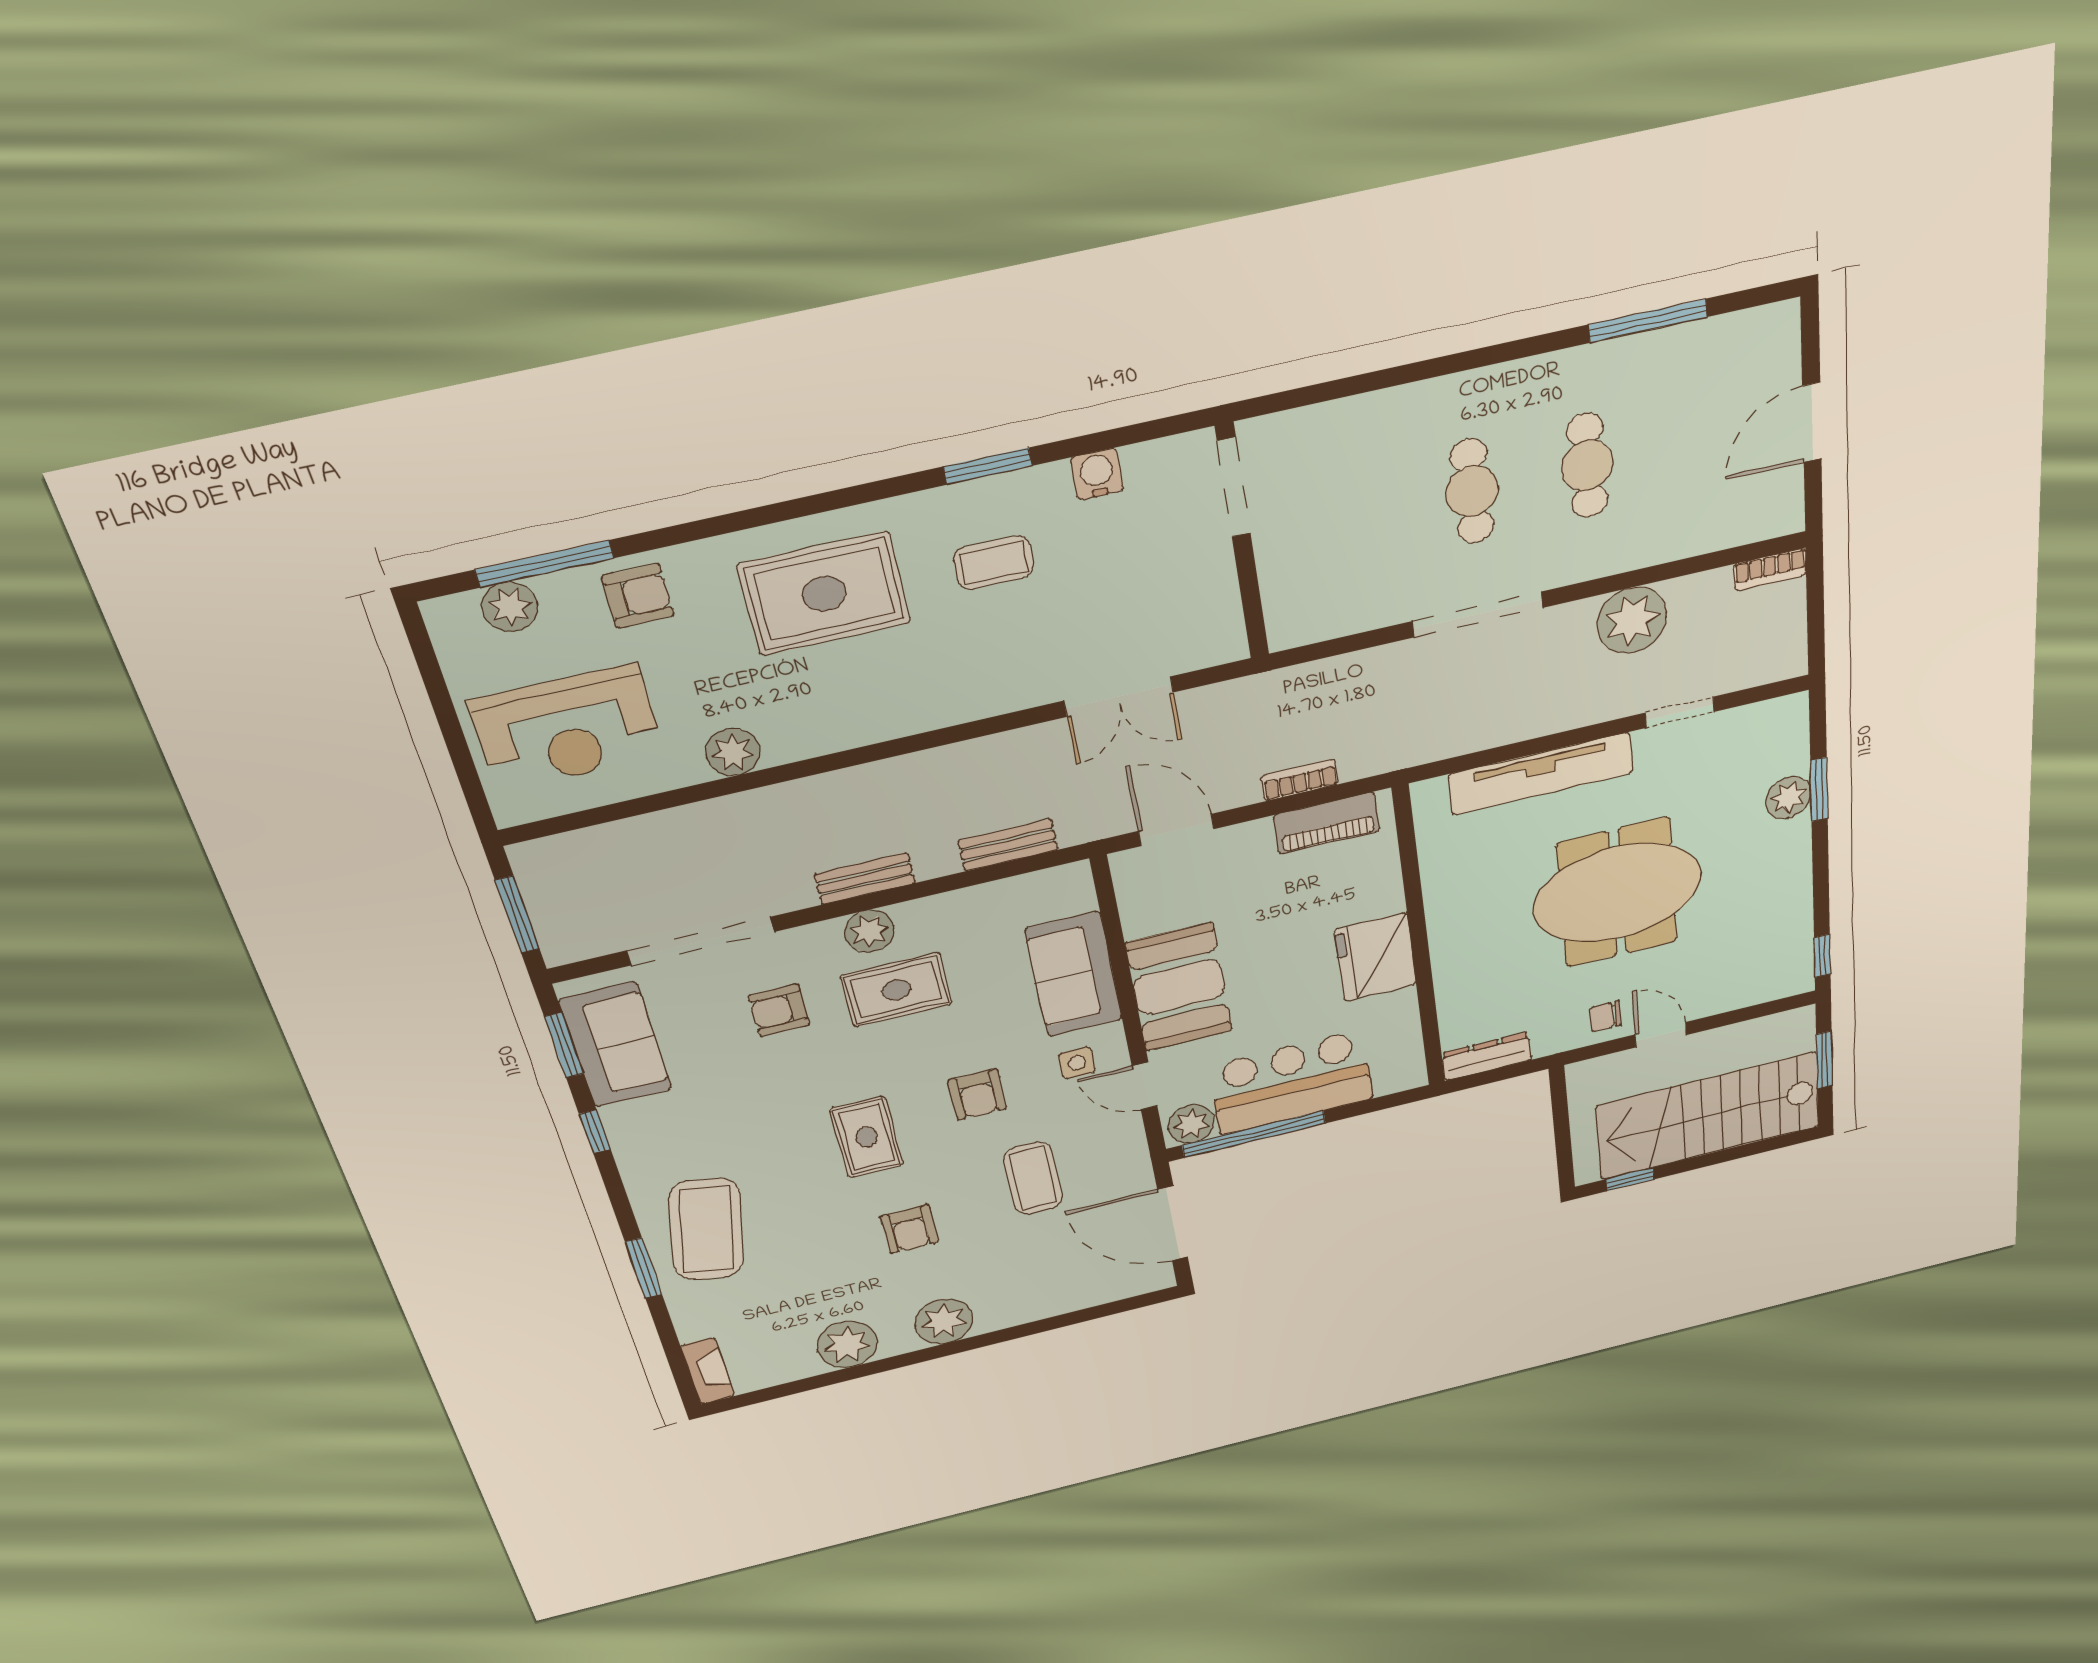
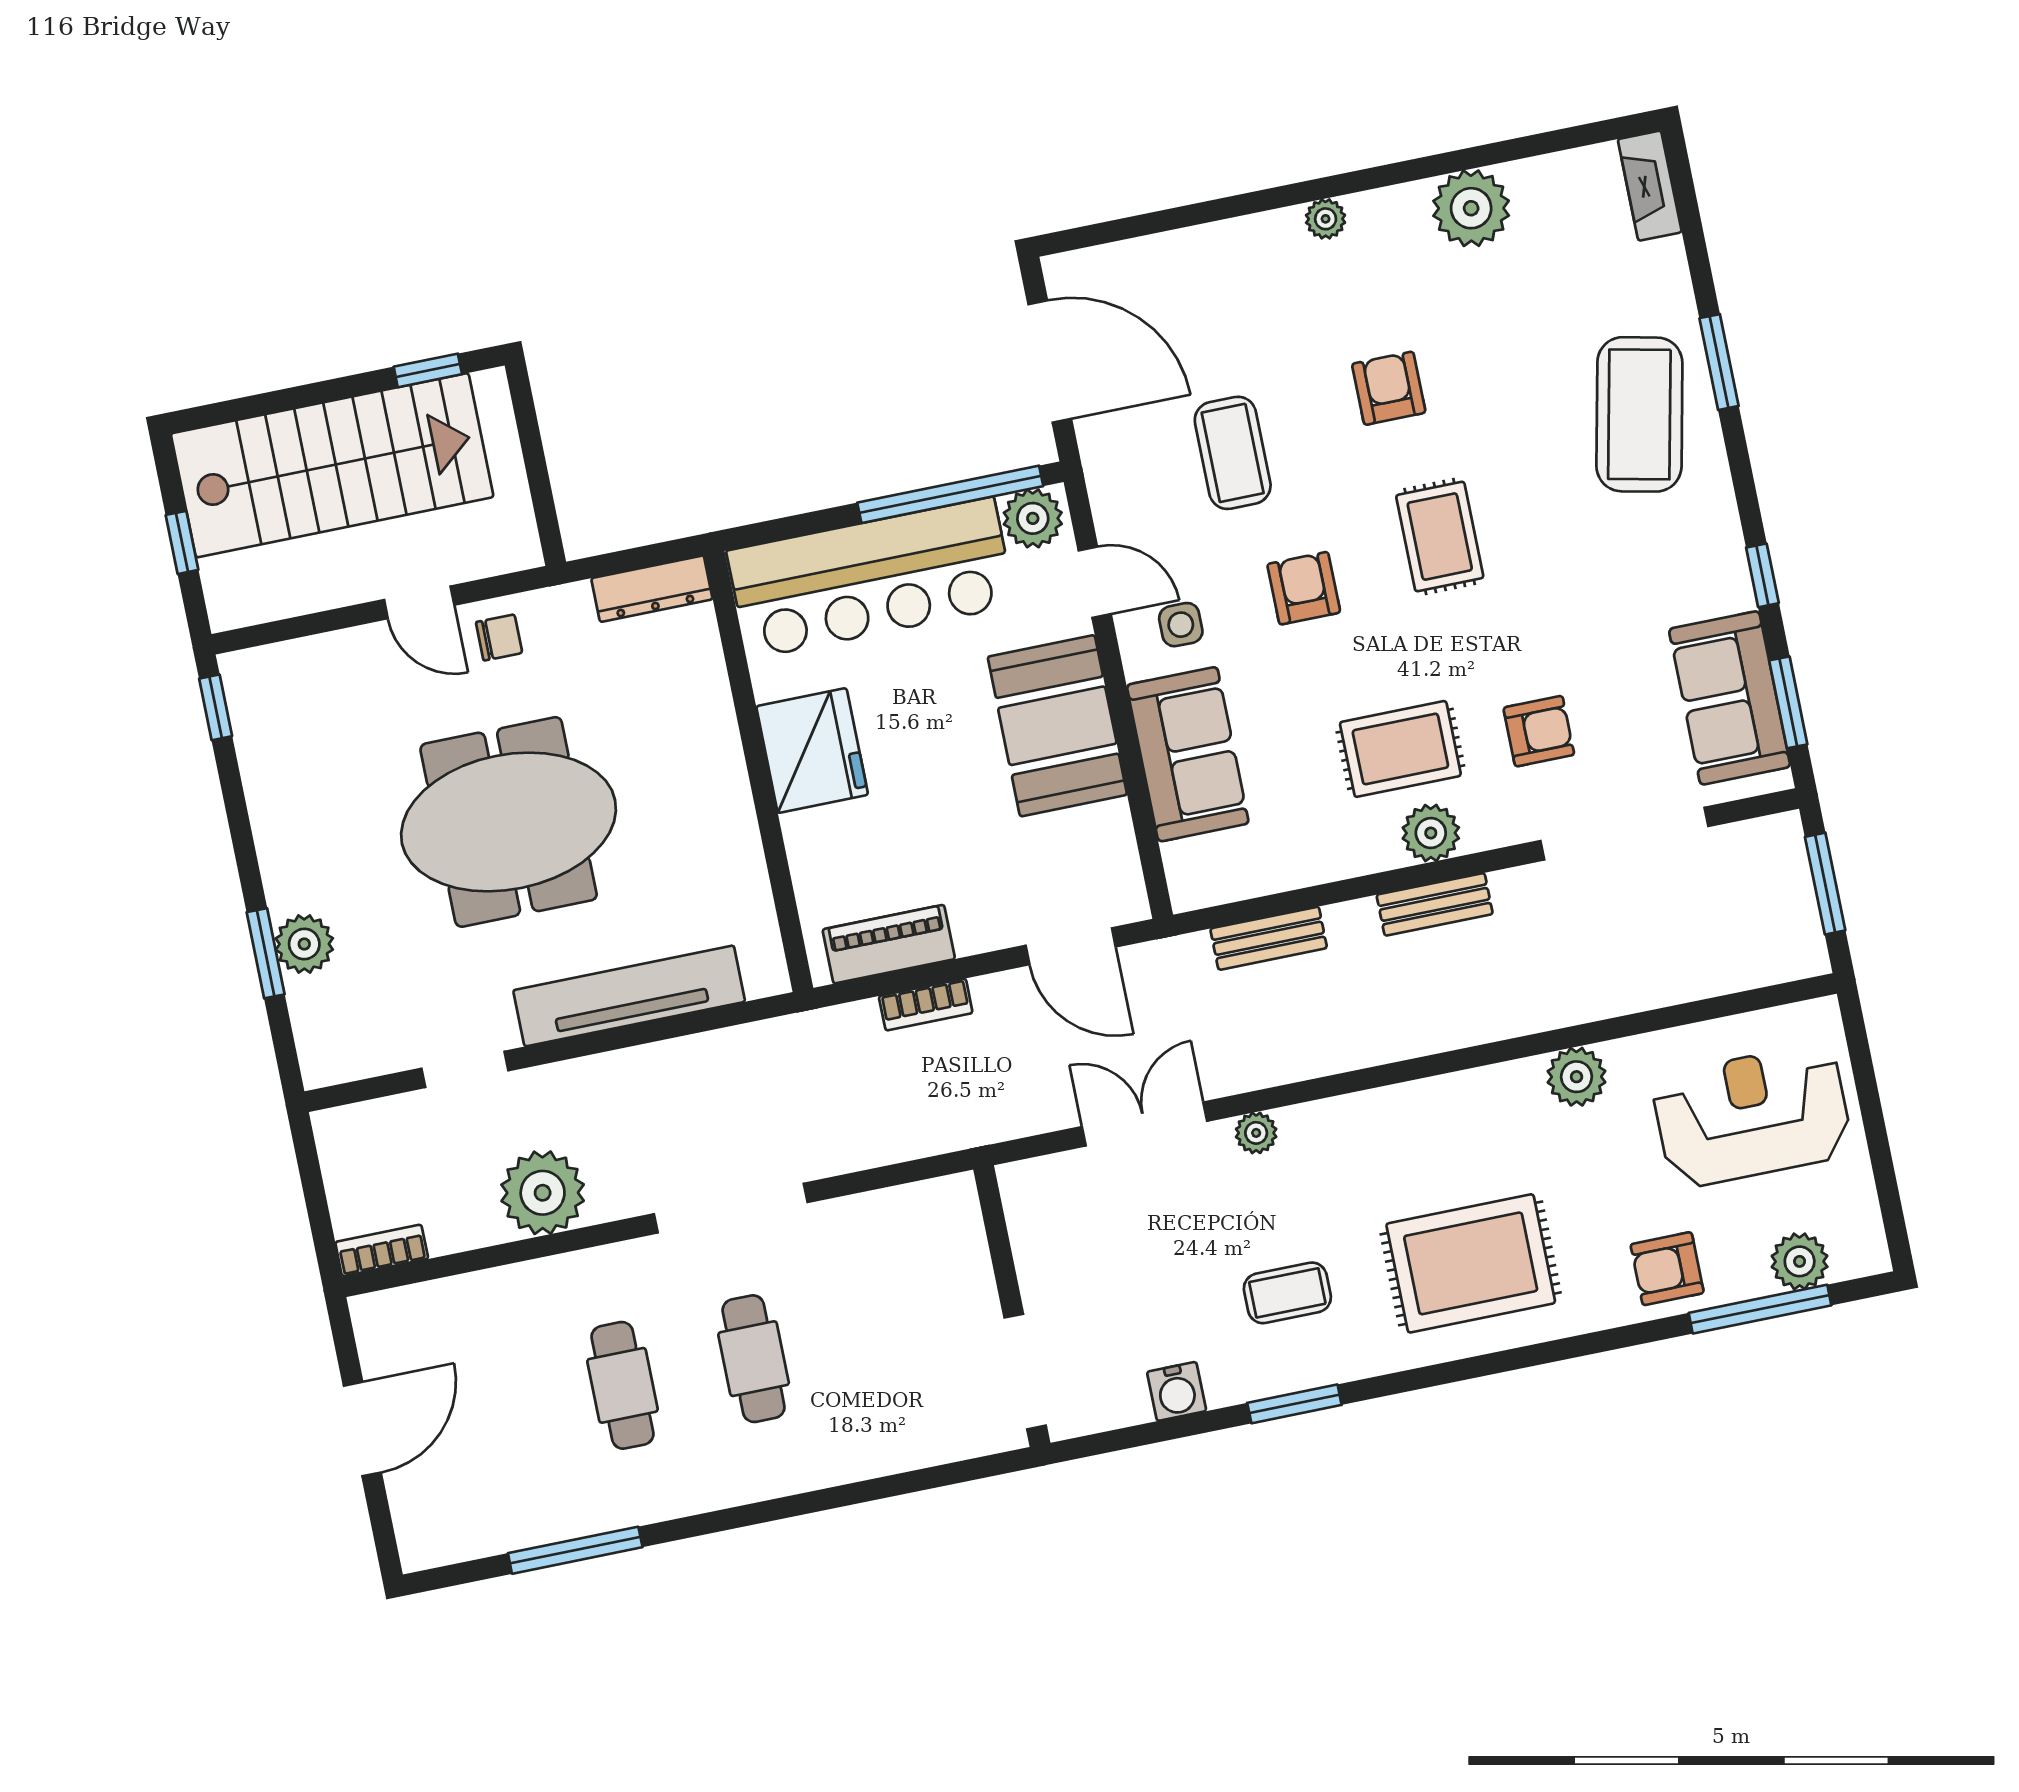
plant: (1021, 694) -> (1256, 1133), added
window: (1824, 1060) -> (182, 542), width x0.67
bar counter: (1291, 1083) -> (871, 578), width x1.36
plant: (944, 1321) -> (1326, 219), width x0.53, depth x0.53

